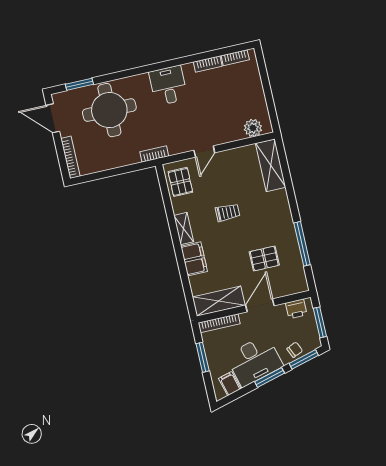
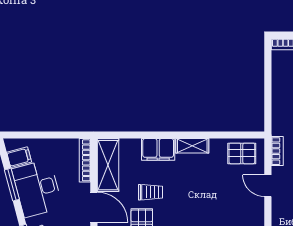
bookcase: (154, 154) -> (277, 151), moved
trolley: (228, 212) -> (150, 192), moved, turned -90
window: (203, 357) -> (53, 135), removed
window: (270, 377) -> (12, 185), moved

